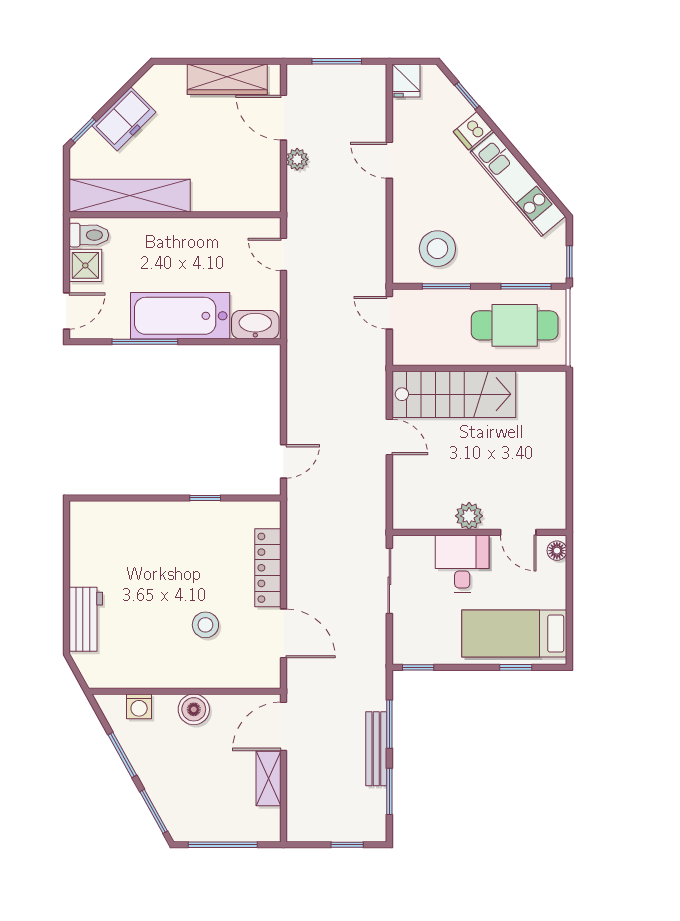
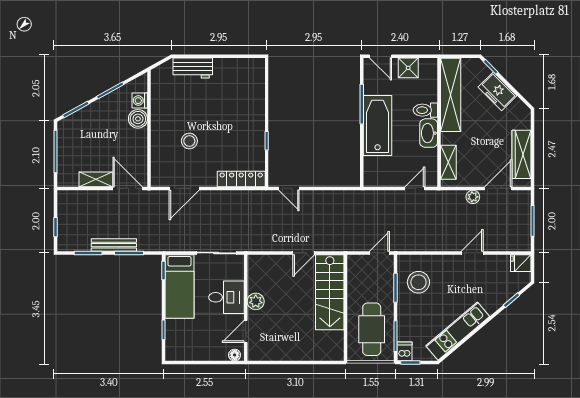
dishwasher: (473, 131) -> (405, 351), moved, turned 40
shelving: (240, 199) -> (448, 162), added
toilet: (89, 235) -> (425, 110), moved, turned 90
washbasin: (255, 325) -> (429, 133), moved, turned 180
locker: (268, 568) -> (241, 179), moved
bed: (514, 634) -> (179, 286), moved, turned 180
boiler: (194, 709) -> (138, 119), moved

